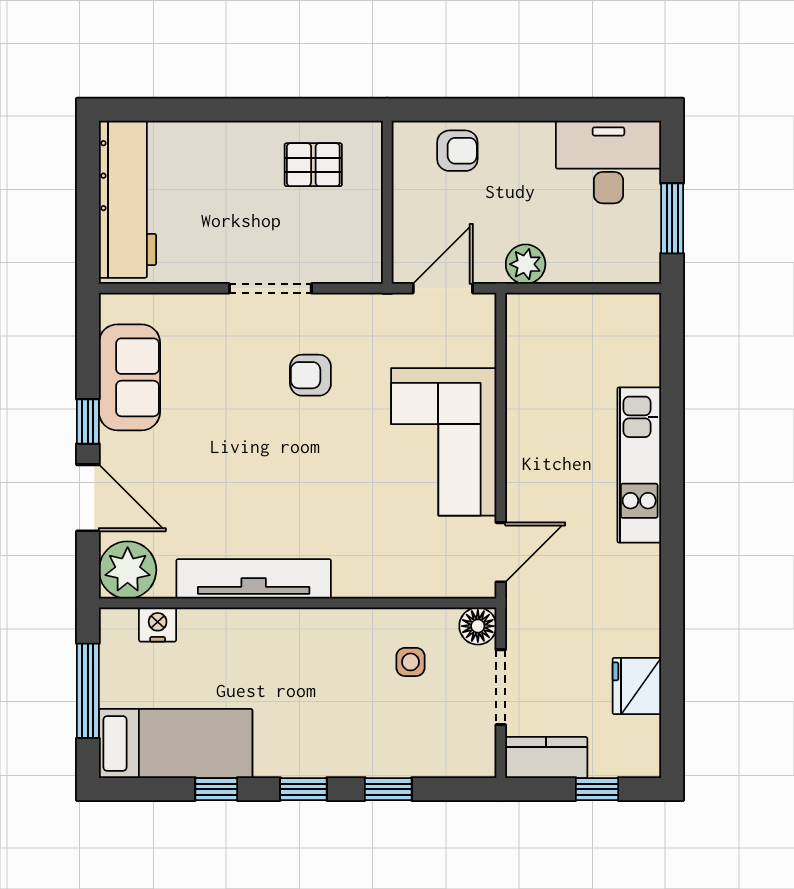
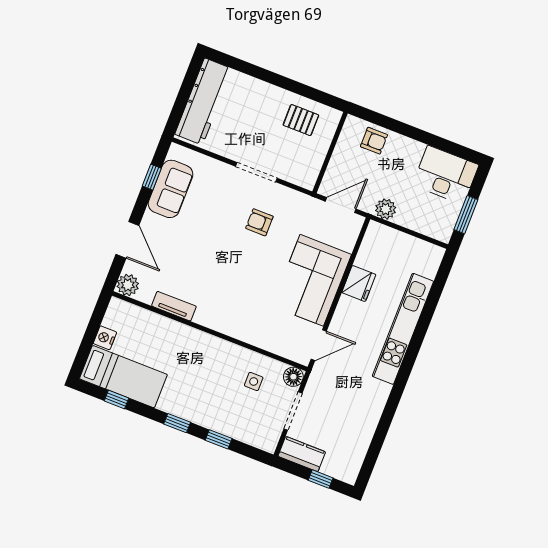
window: (88, 421) -> (152, 177), moved
kitchen unit: (639, 465) -> (403, 329), width x1.36
plant: (128, 570) -> (128, 285), width x0.73, depth x0.73
tv unit: (254, 579) -> (174, 306), width x0.52, depth x0.78
nightstand: (158, 625) -> (105, 338), moved, turned -90
fridge: (637, 686) -> (359, 284), moved, turned 180
window: (88, 691) -> (91, 334), removed
window: (216, 789) -> (117, 400), moved

